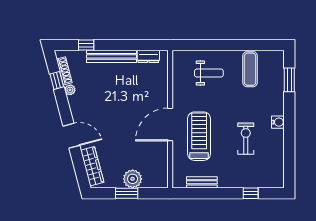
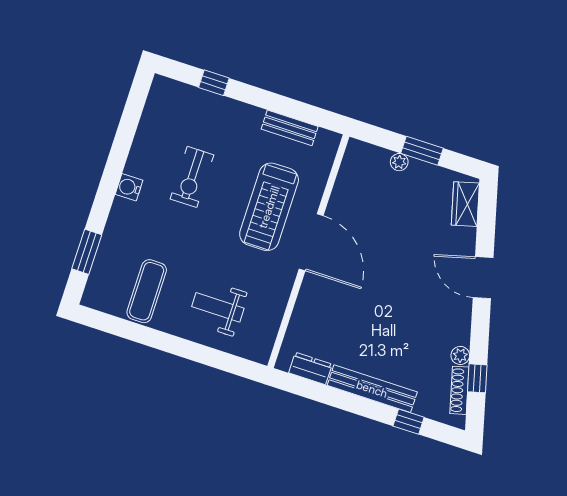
door: (170, 124) -> (311, 242), hinge flipped
wardrobe: (92, 166) -> (465, 204), width x0.67
plant: (133, 179) -> (399, 162), width x0.53, depth x0.53

